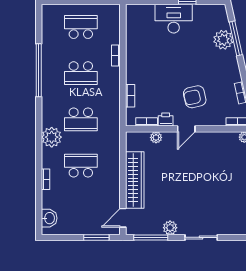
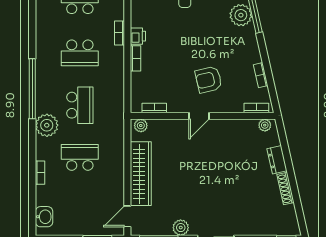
window: (39, 70) -> (32, 89), moved
bookcase: (130, 96) -> (136, 58), moved
school desk: (81, 119) -> (80, 105), turned -90
printer: (166, 120) -> (138, 36), moved, turned 90
plant: (156, 137) -> (141, 126), moved

